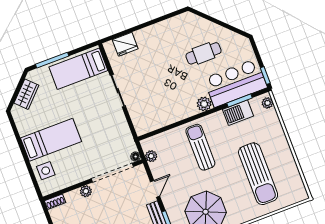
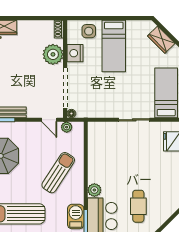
sun lounger: (200, 147) -> (58, 173), turned -57
nightstand: (73, 176) -> (75, 53), added
door: (155, 189) -> (49, 120), moved
plant: (86, 191) -> (53, 54), width x1.87, depth x1.87

